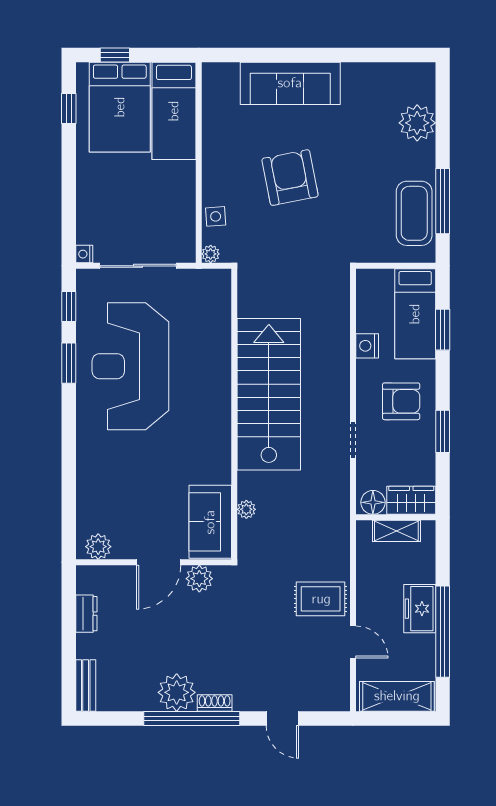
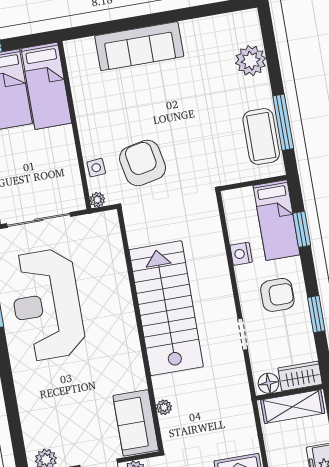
armchair: (290, 178) -> (143, 163), moved
shelving: (396, 531) -> (293, 407), width x1.50, depth x1.33

